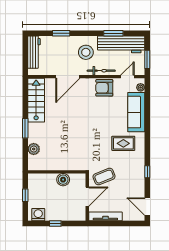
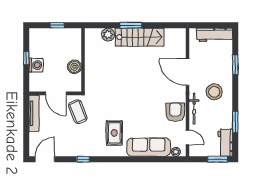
workbench: (121, 44) -> (225, 143), width x0.53, depth x0.76
window: (147, 59) -> (218, 159), moved
stairs: (36, 100) -> (140, 37), moved
washing machine: (38, 215) -> (36, 65), moved

